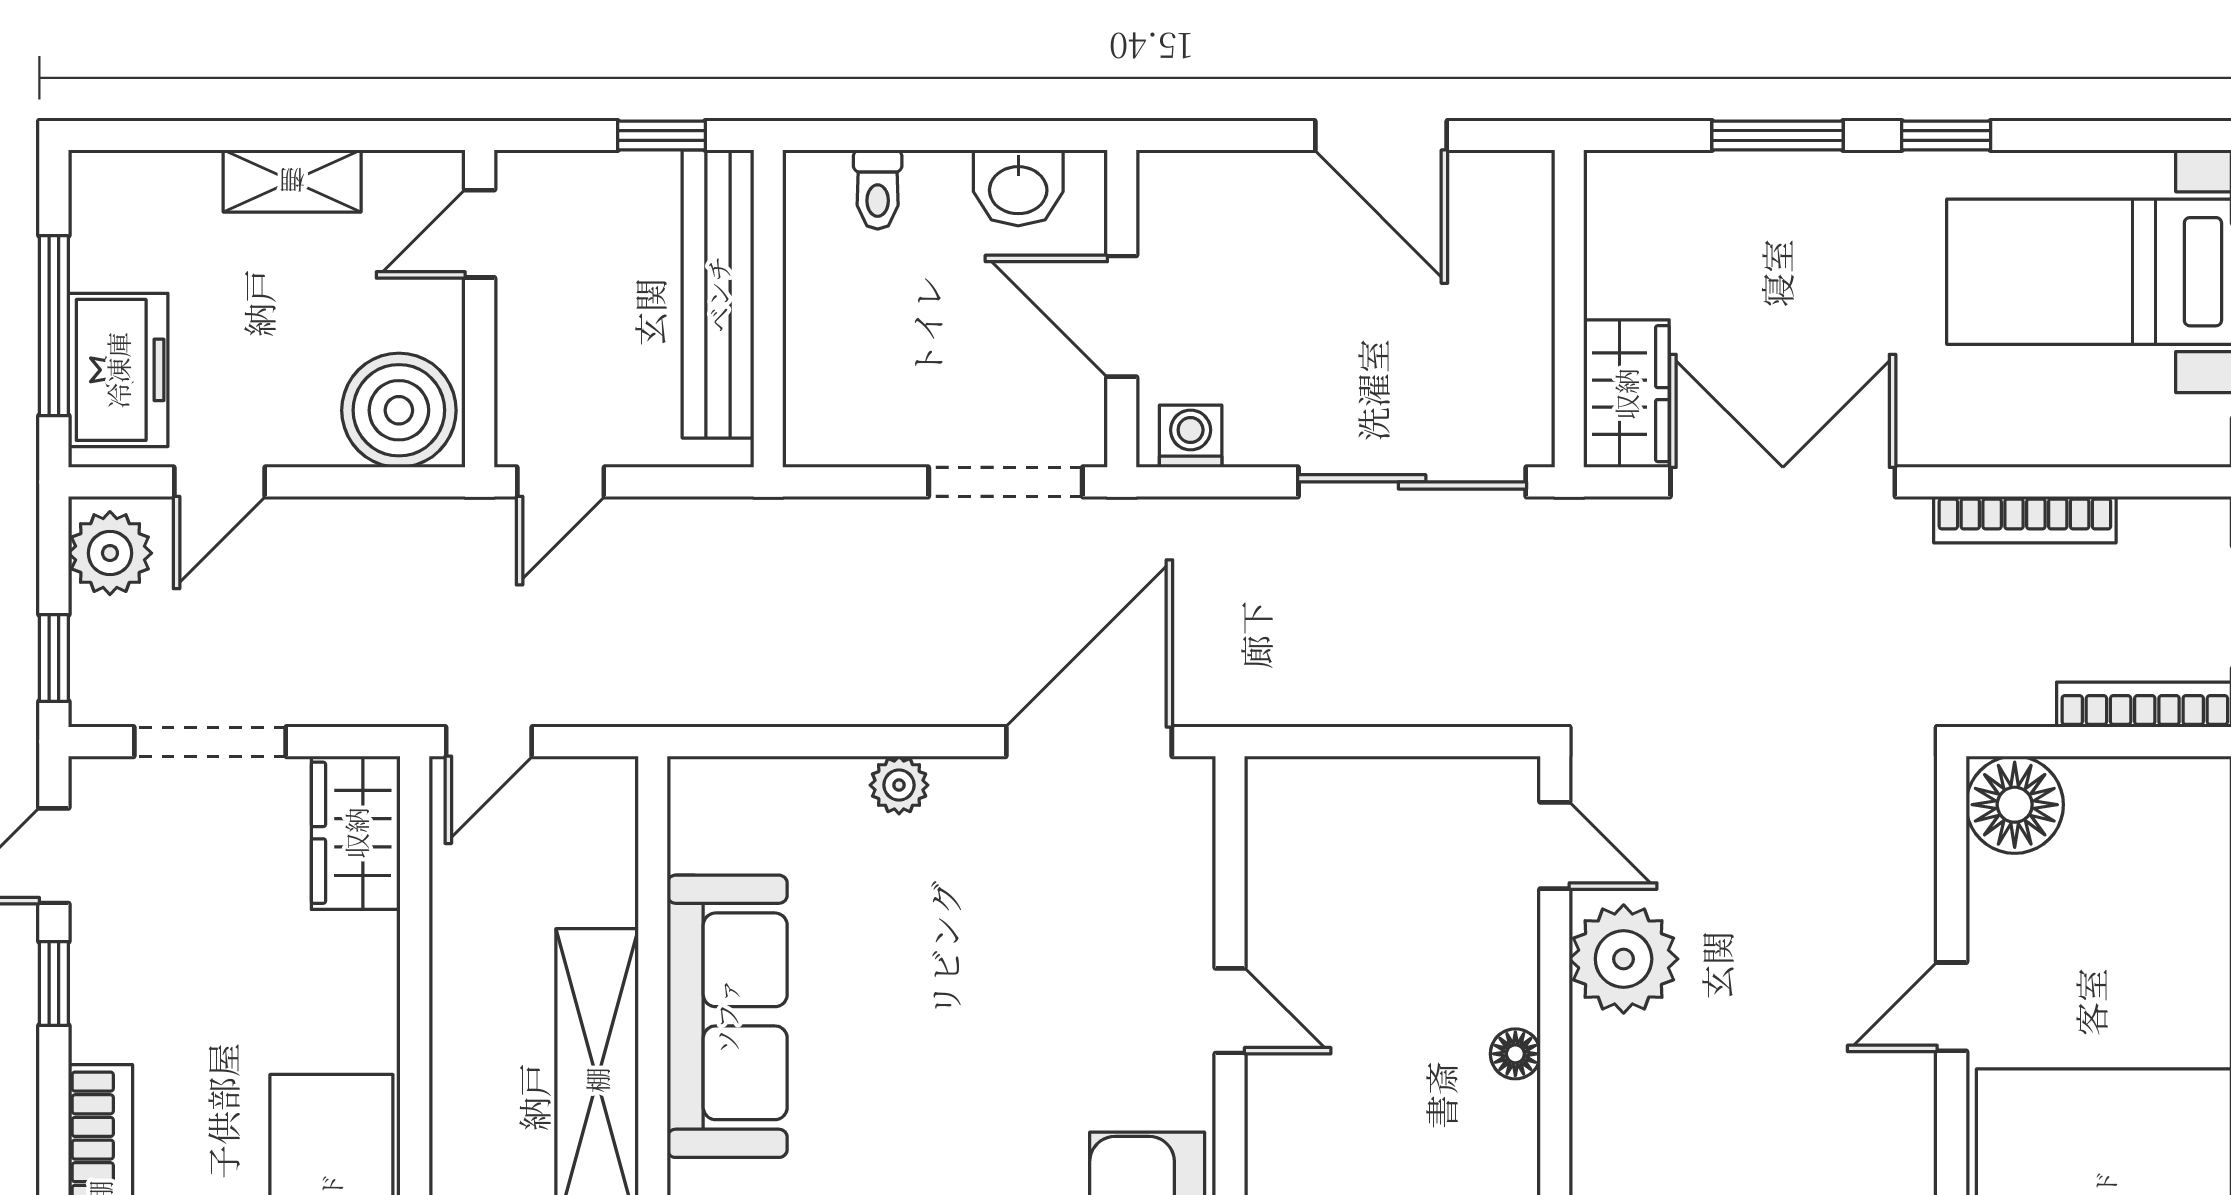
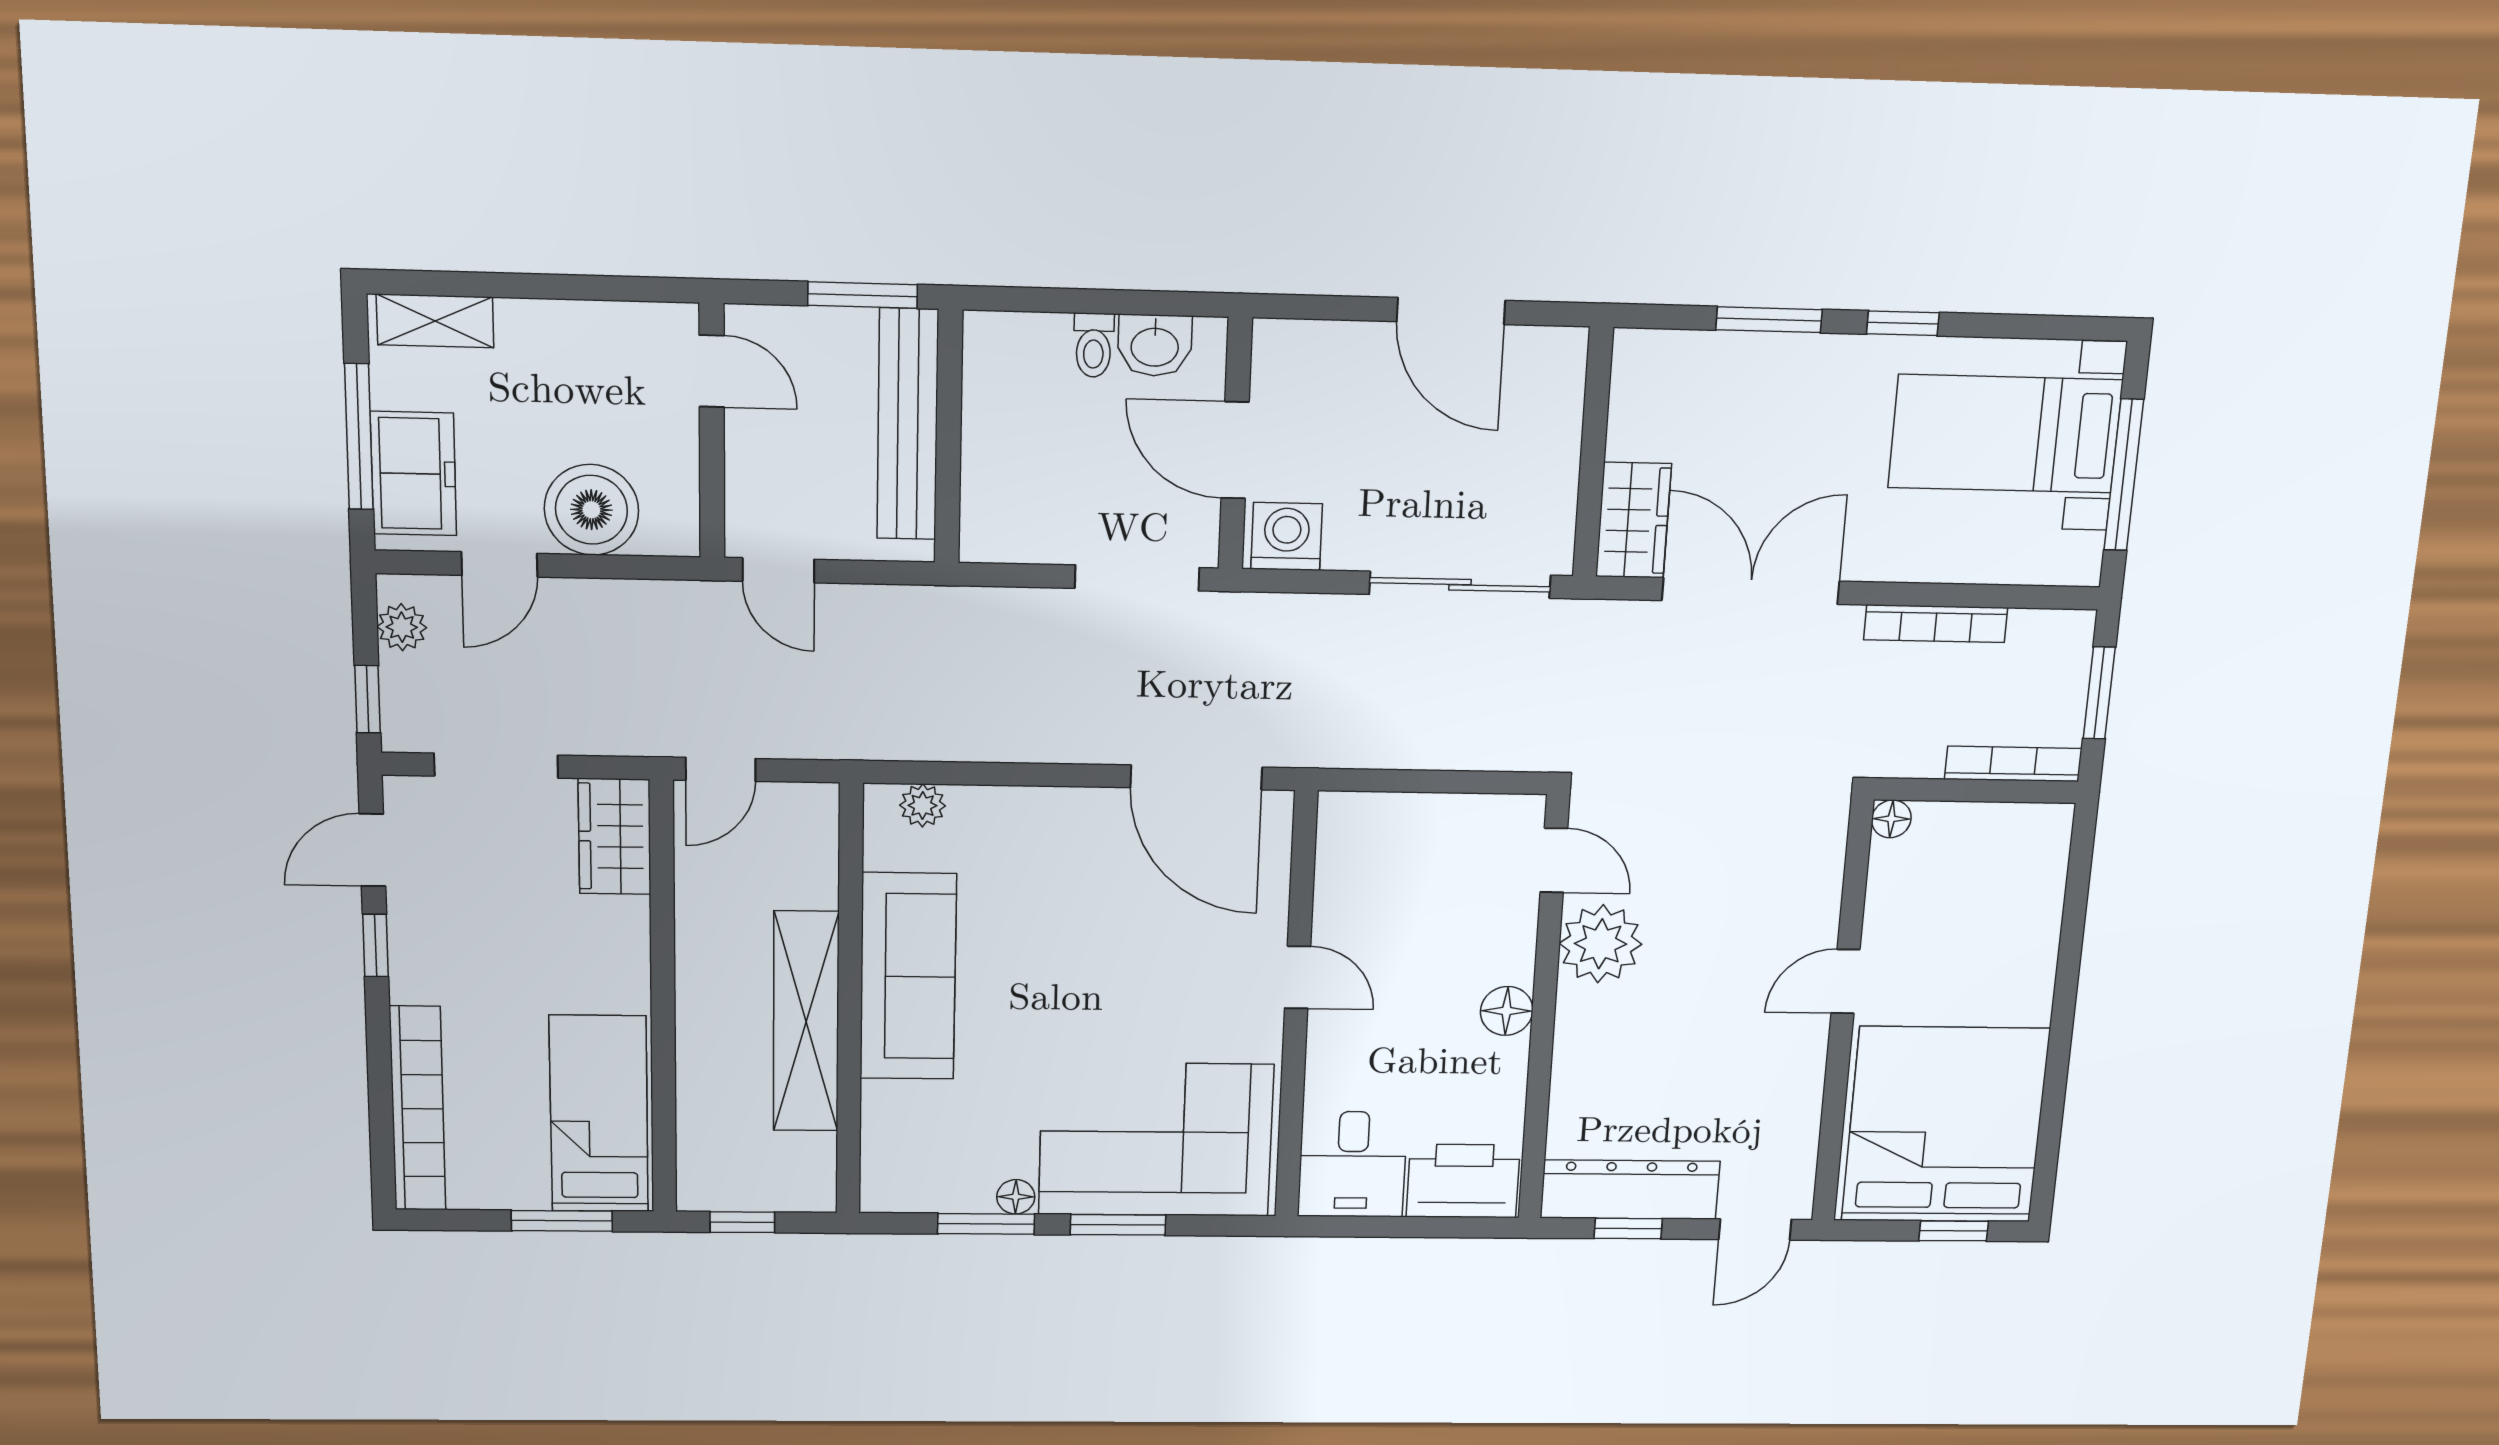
window: (662, 136) -> (863, 295), width x1.50
shelving: (292, 181) -> (435, 321), moved
toilet: (878, 190) -> (1094, 345), moved
door: (480, 234) -> (712, 371), swing flipped
boiler: (399, 410) -> (591, 510), moved
washing machine: (1191, 436) -> (1287, 536), width x1.38, depth x1.38
door: (561, 482) -> (778, 570), hinge flipped
plant: (110, 553) -> (402, 627), width x0.73, depth x0.73
door: (1089, 742) -> (1196, 777), swing flipped
plant: (899, 785) -> (923, 805), moved
floor lamp: (2015, 805) -> (1891, 819), width x0.53, depth x0.53
floor lamp: (1515, 1054) -> (1507, 1011), width x1.37, depth x1.37

